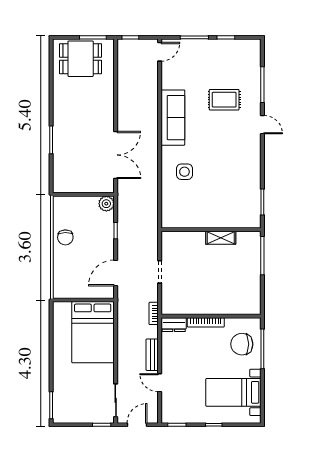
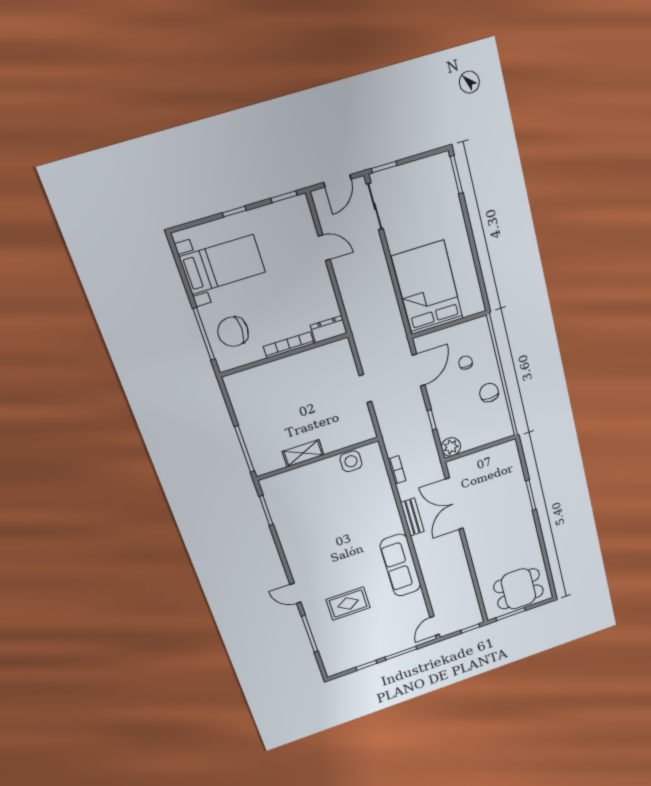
side table: (184, 172) -> (351, 461), moved
chair: (78, 267) -> (466, 363), added
bookcase: (154, 313) -> (397, 470), moved
chair: (242, 344) -> (233, 332), turned 180
bench: (152, 355) -> (412, 517), moved

